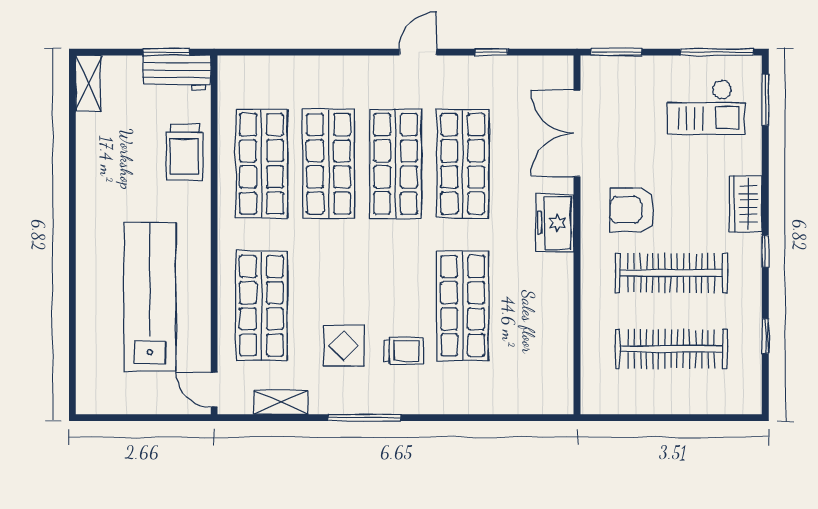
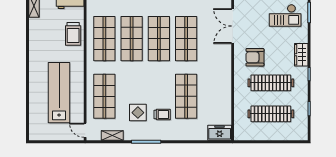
freezer: (555, 223) -> (220, 133), moved, turned 90

